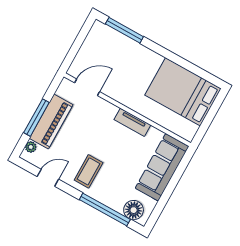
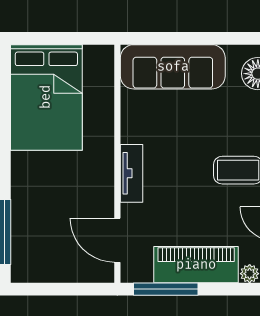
window: (36, 118) -> (166, 289), moved
tv unit: (132, 122) -> (131, 173), moved

